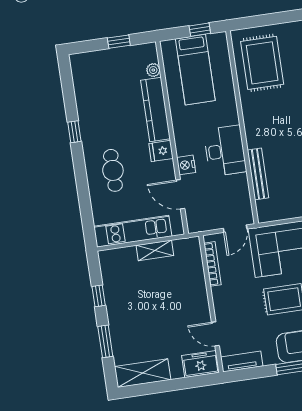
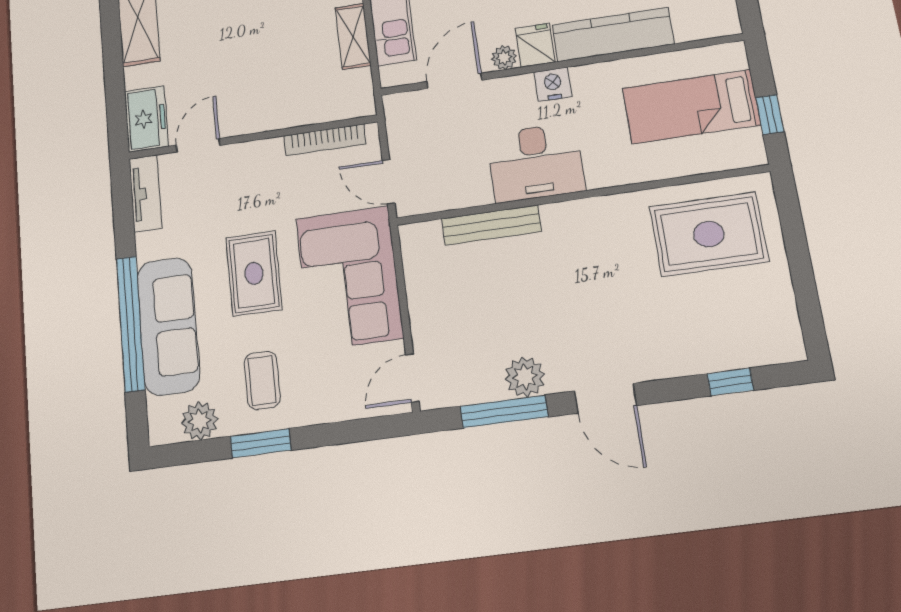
plant: (153, 70) -> (504, 58), moved
nightstand: (186, 165) -> (553, 84), moved

